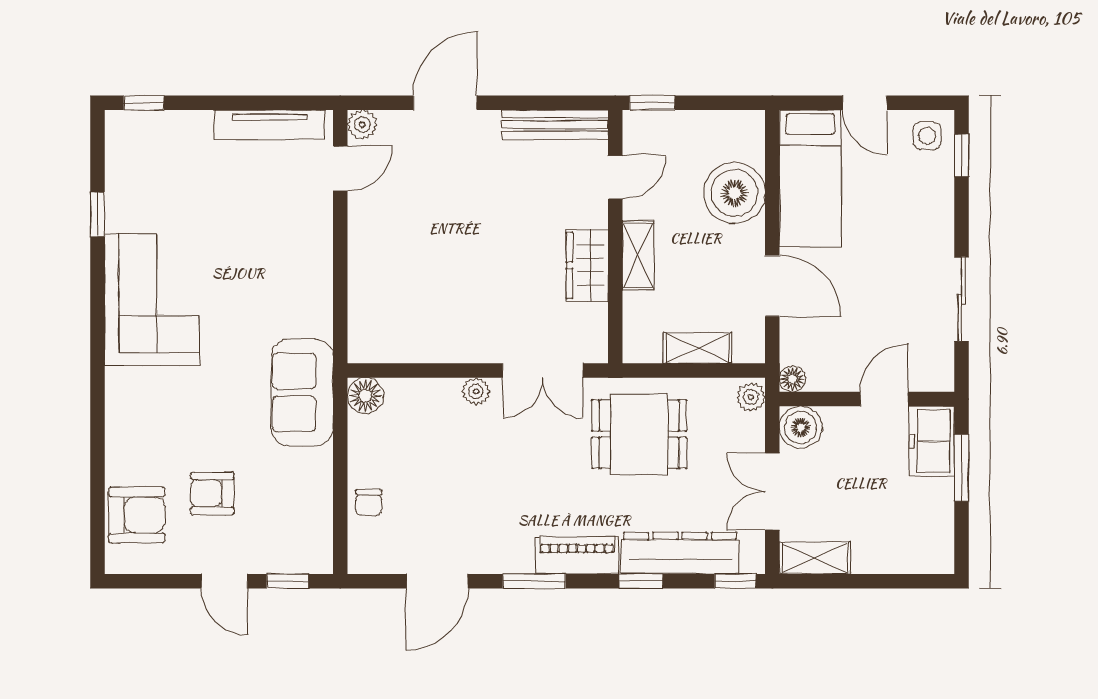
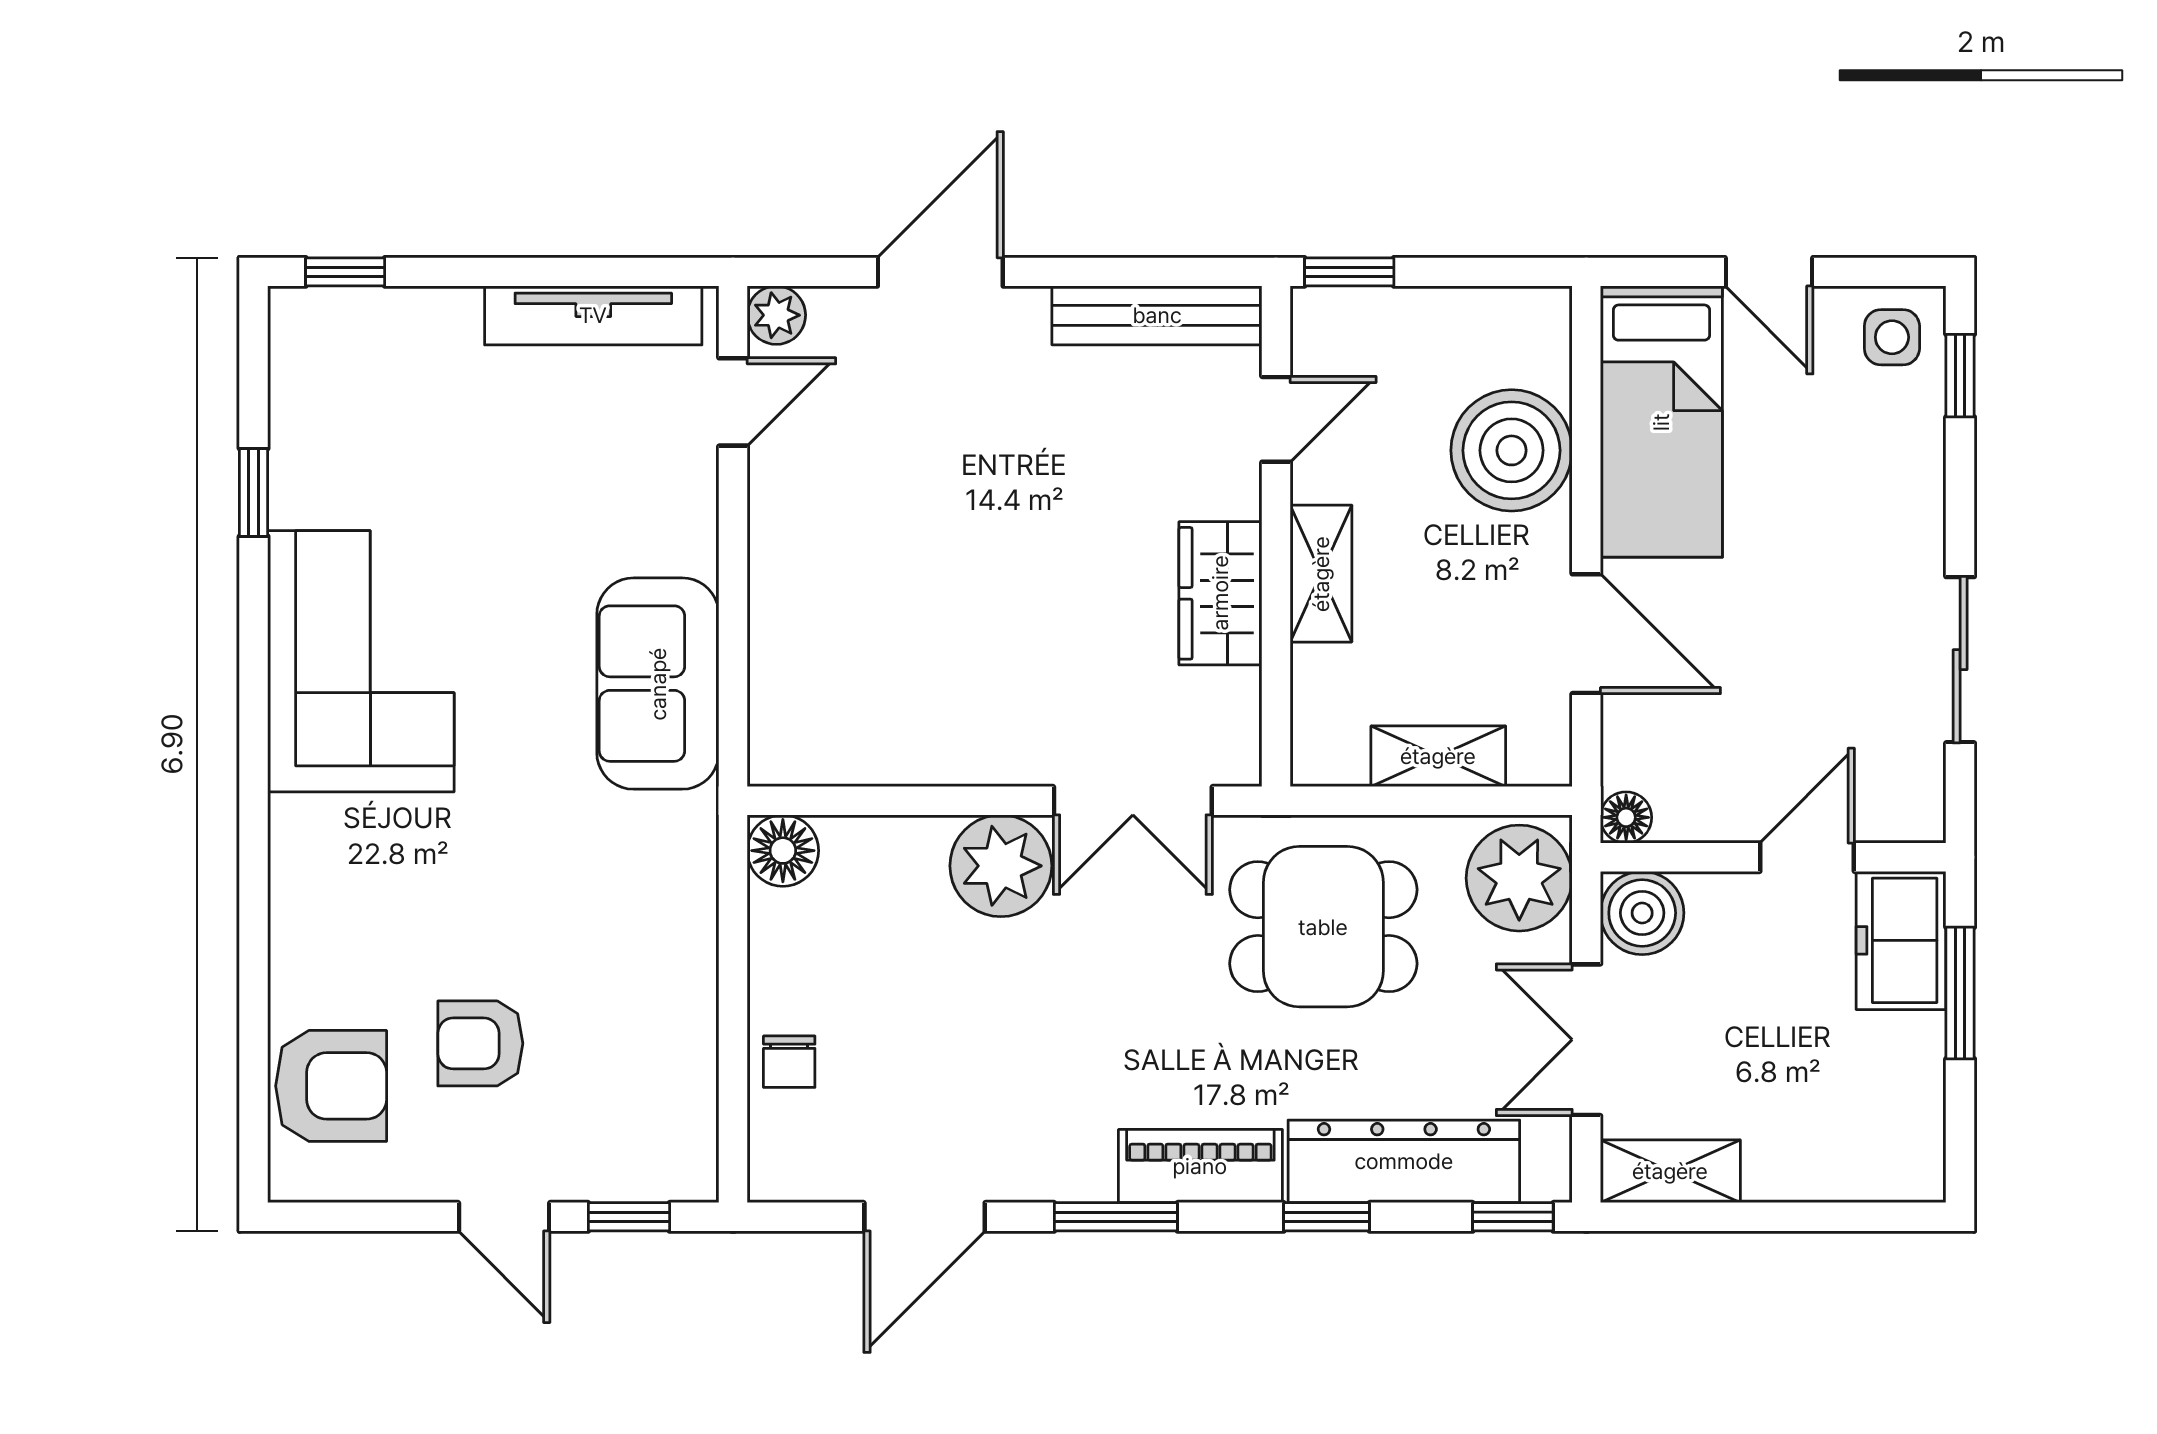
plant: (476, 391) -> (1001, 866), width x1.88, depth x1.88
sofa: (302, 393) -> (658, 684), moved
plant: (751, 397) -> (1519, 878), width x1.87, depth x1.87

